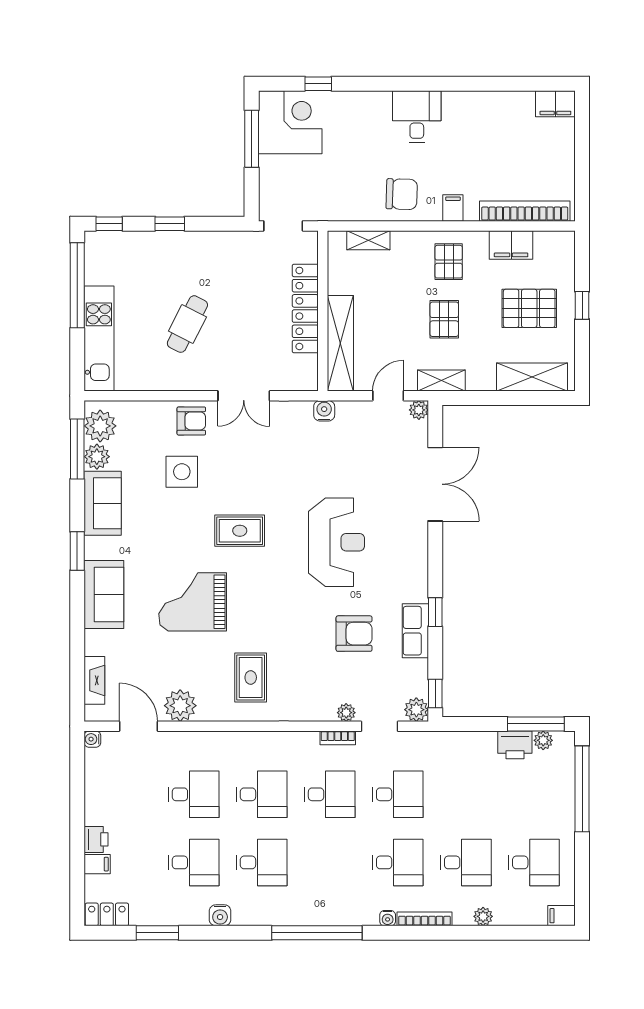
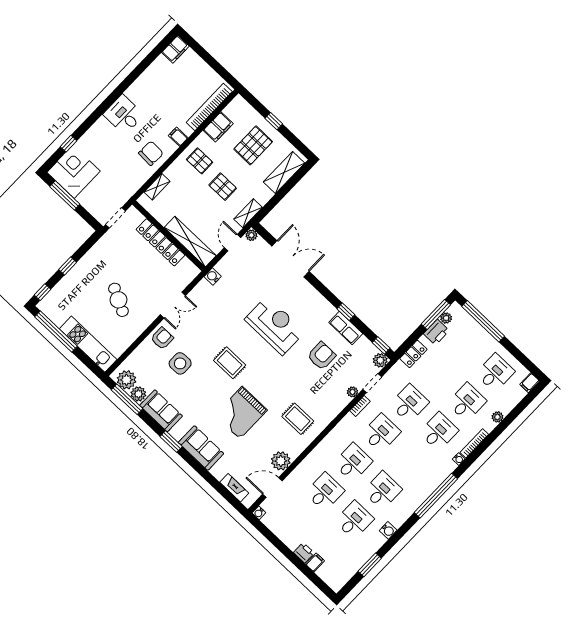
rug: (240, 531) -> (230, 363), turned 90
locker: (107, 914) -> (413, 354), moved, turned 180

